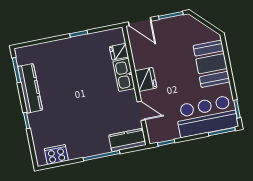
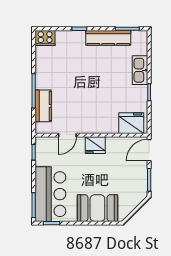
fridge: (119, 52) -> (131, 123), width x1.88, depth x1.34
kitchen sink: (124, 75) -> (140, 70), moved, turned -90
kitchen counter: (127, 140) -> (43, 106), moved
cooker: (56, 155) -> (45, 38), moved, turned 90

